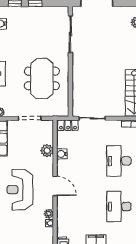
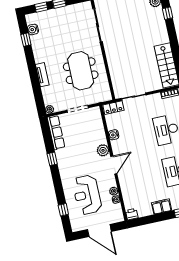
plant: (47, 151) -> (103, 150), moved
door: (55, 186) -> (114, 165), hinge flipped
reception desk: (20, 190) -> (87, 195), moved

